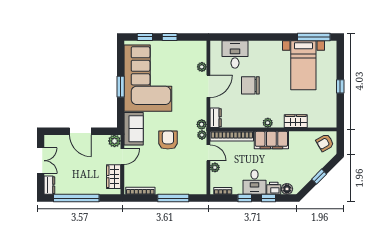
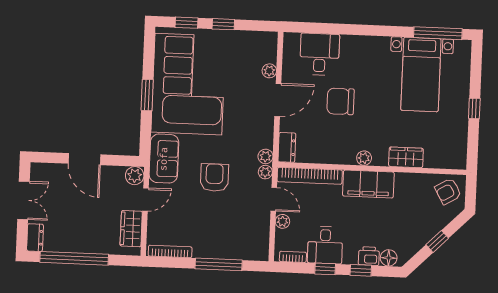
desk: (254, 182) -> (325, 245), moved

